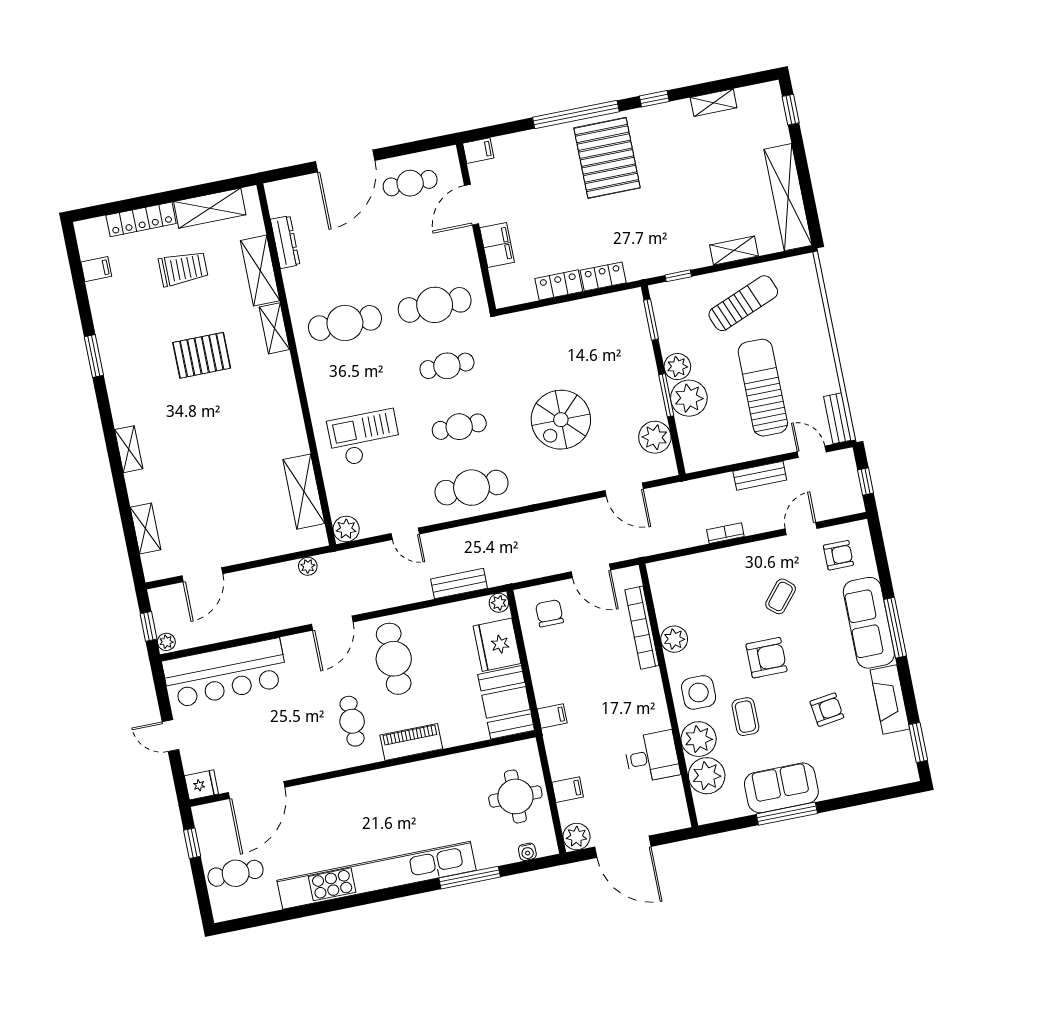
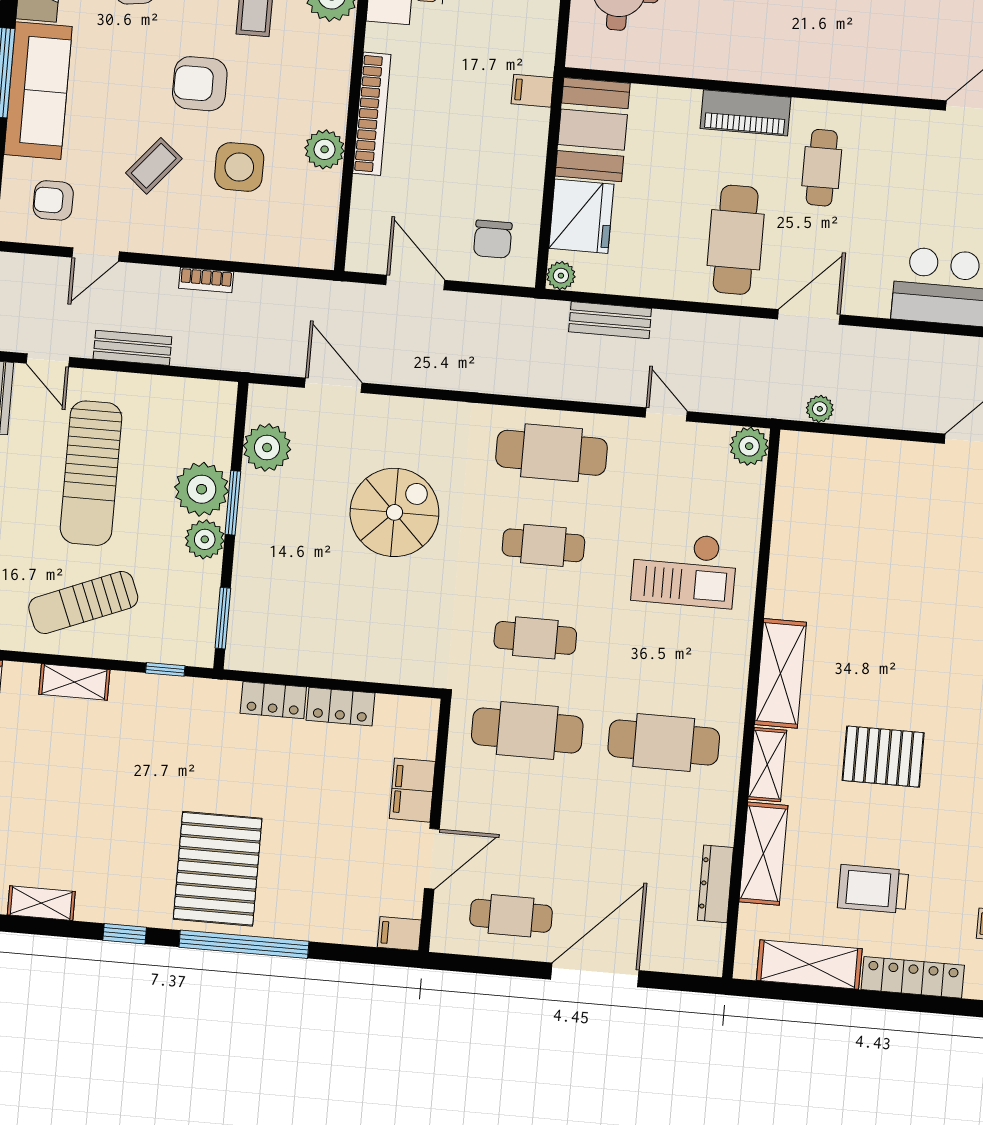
shelving: (304, 492) -> (780, 673), moved
bookcase: (642, 628) -> (372, 114), moved
side table: (699, 692) -> (239, 167), moved

